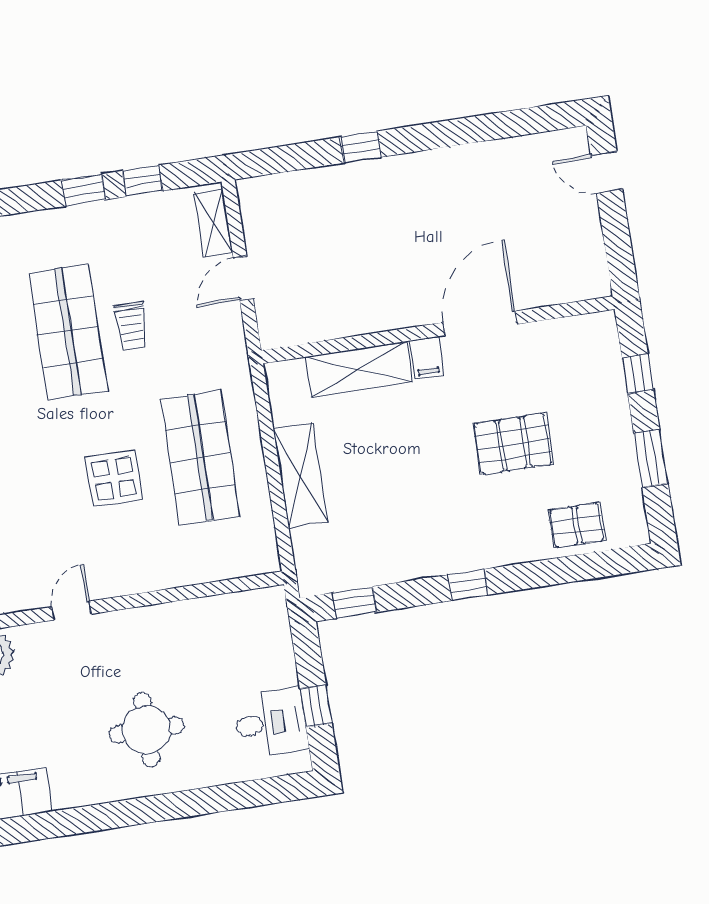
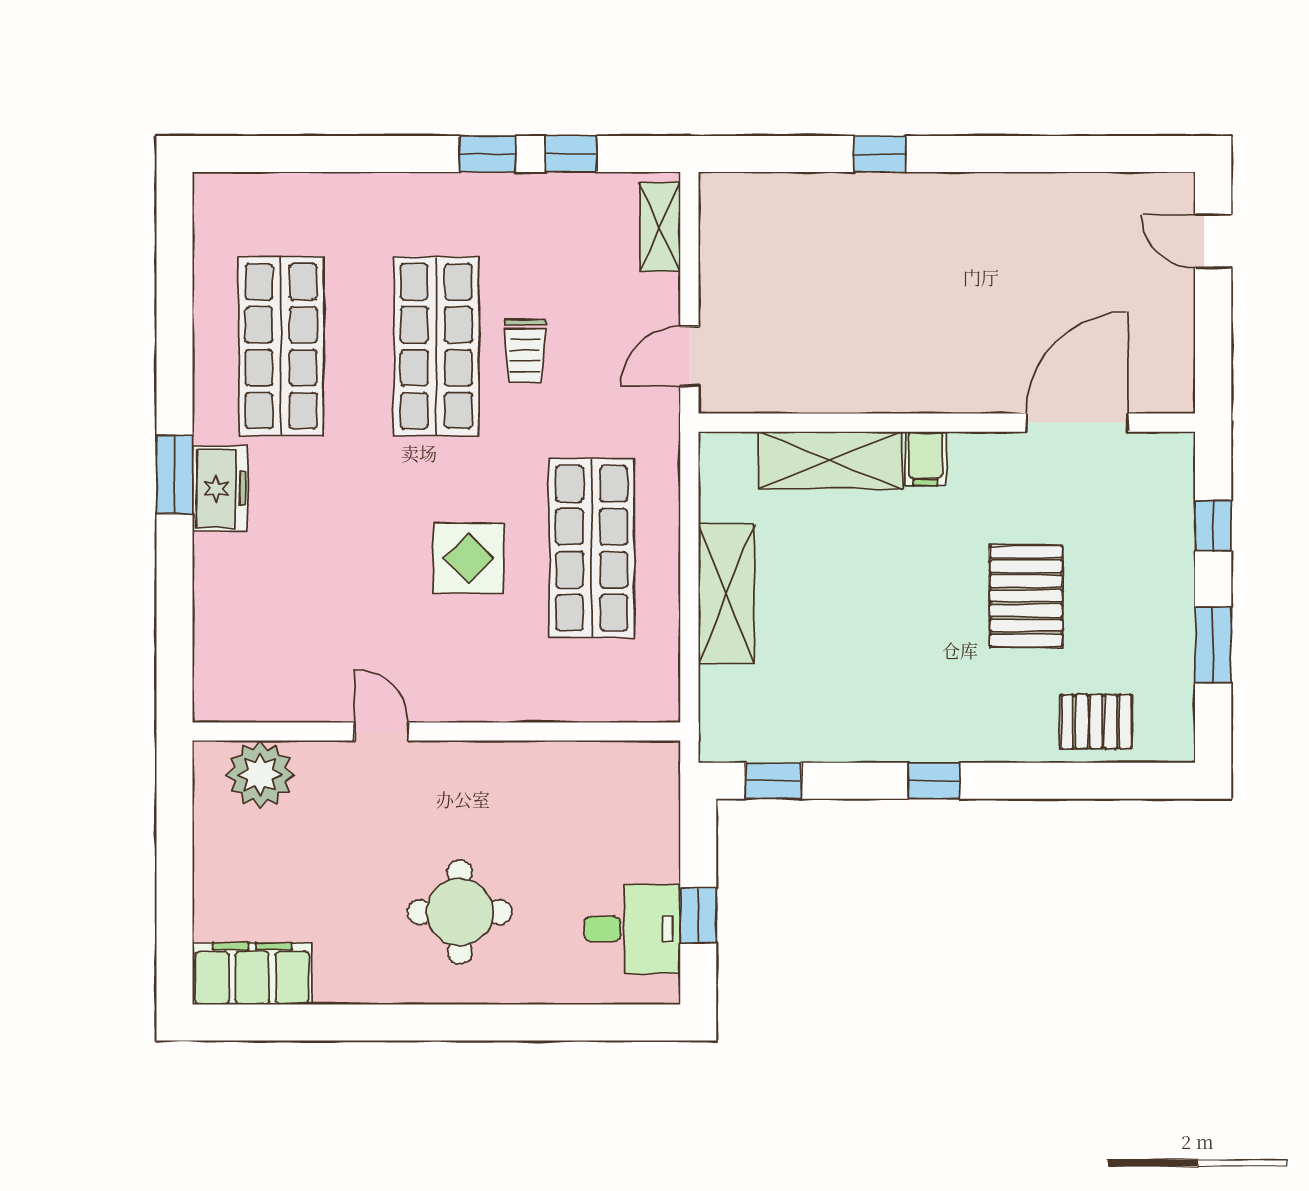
door: (243, 278) -> (689, 356), moved
door: (480, 323) -> (1077, 423), moved
pallet: (513, 444) -> (1026, 596), turned 90
door: (71, 611) -> (381, 732), hinge flipped

